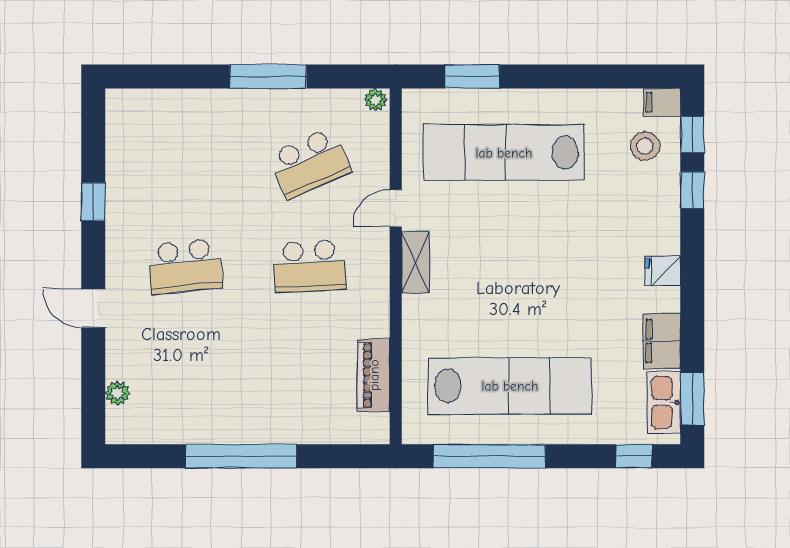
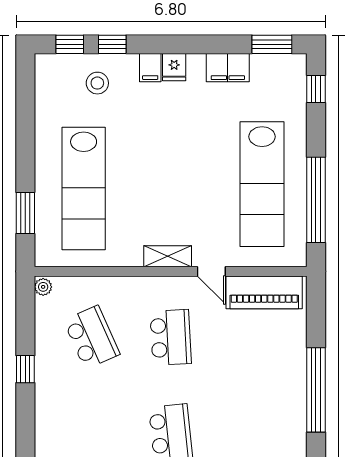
window: (268, 77) -> (25, 369), width x0.46
filing cabinet: (662, 102) -> (150, 68), moved
stool: (645, 146) -> (97, 83), moved
door: (396, 208) -> (211, 271), moved
piano: (374, 375) -> (264, 292), width x1.37, depth x1.33
lab bench: (510, 386) -> (262, 184), turned 180
kitchen sink: (664, 402) -> (275, 66), removed

